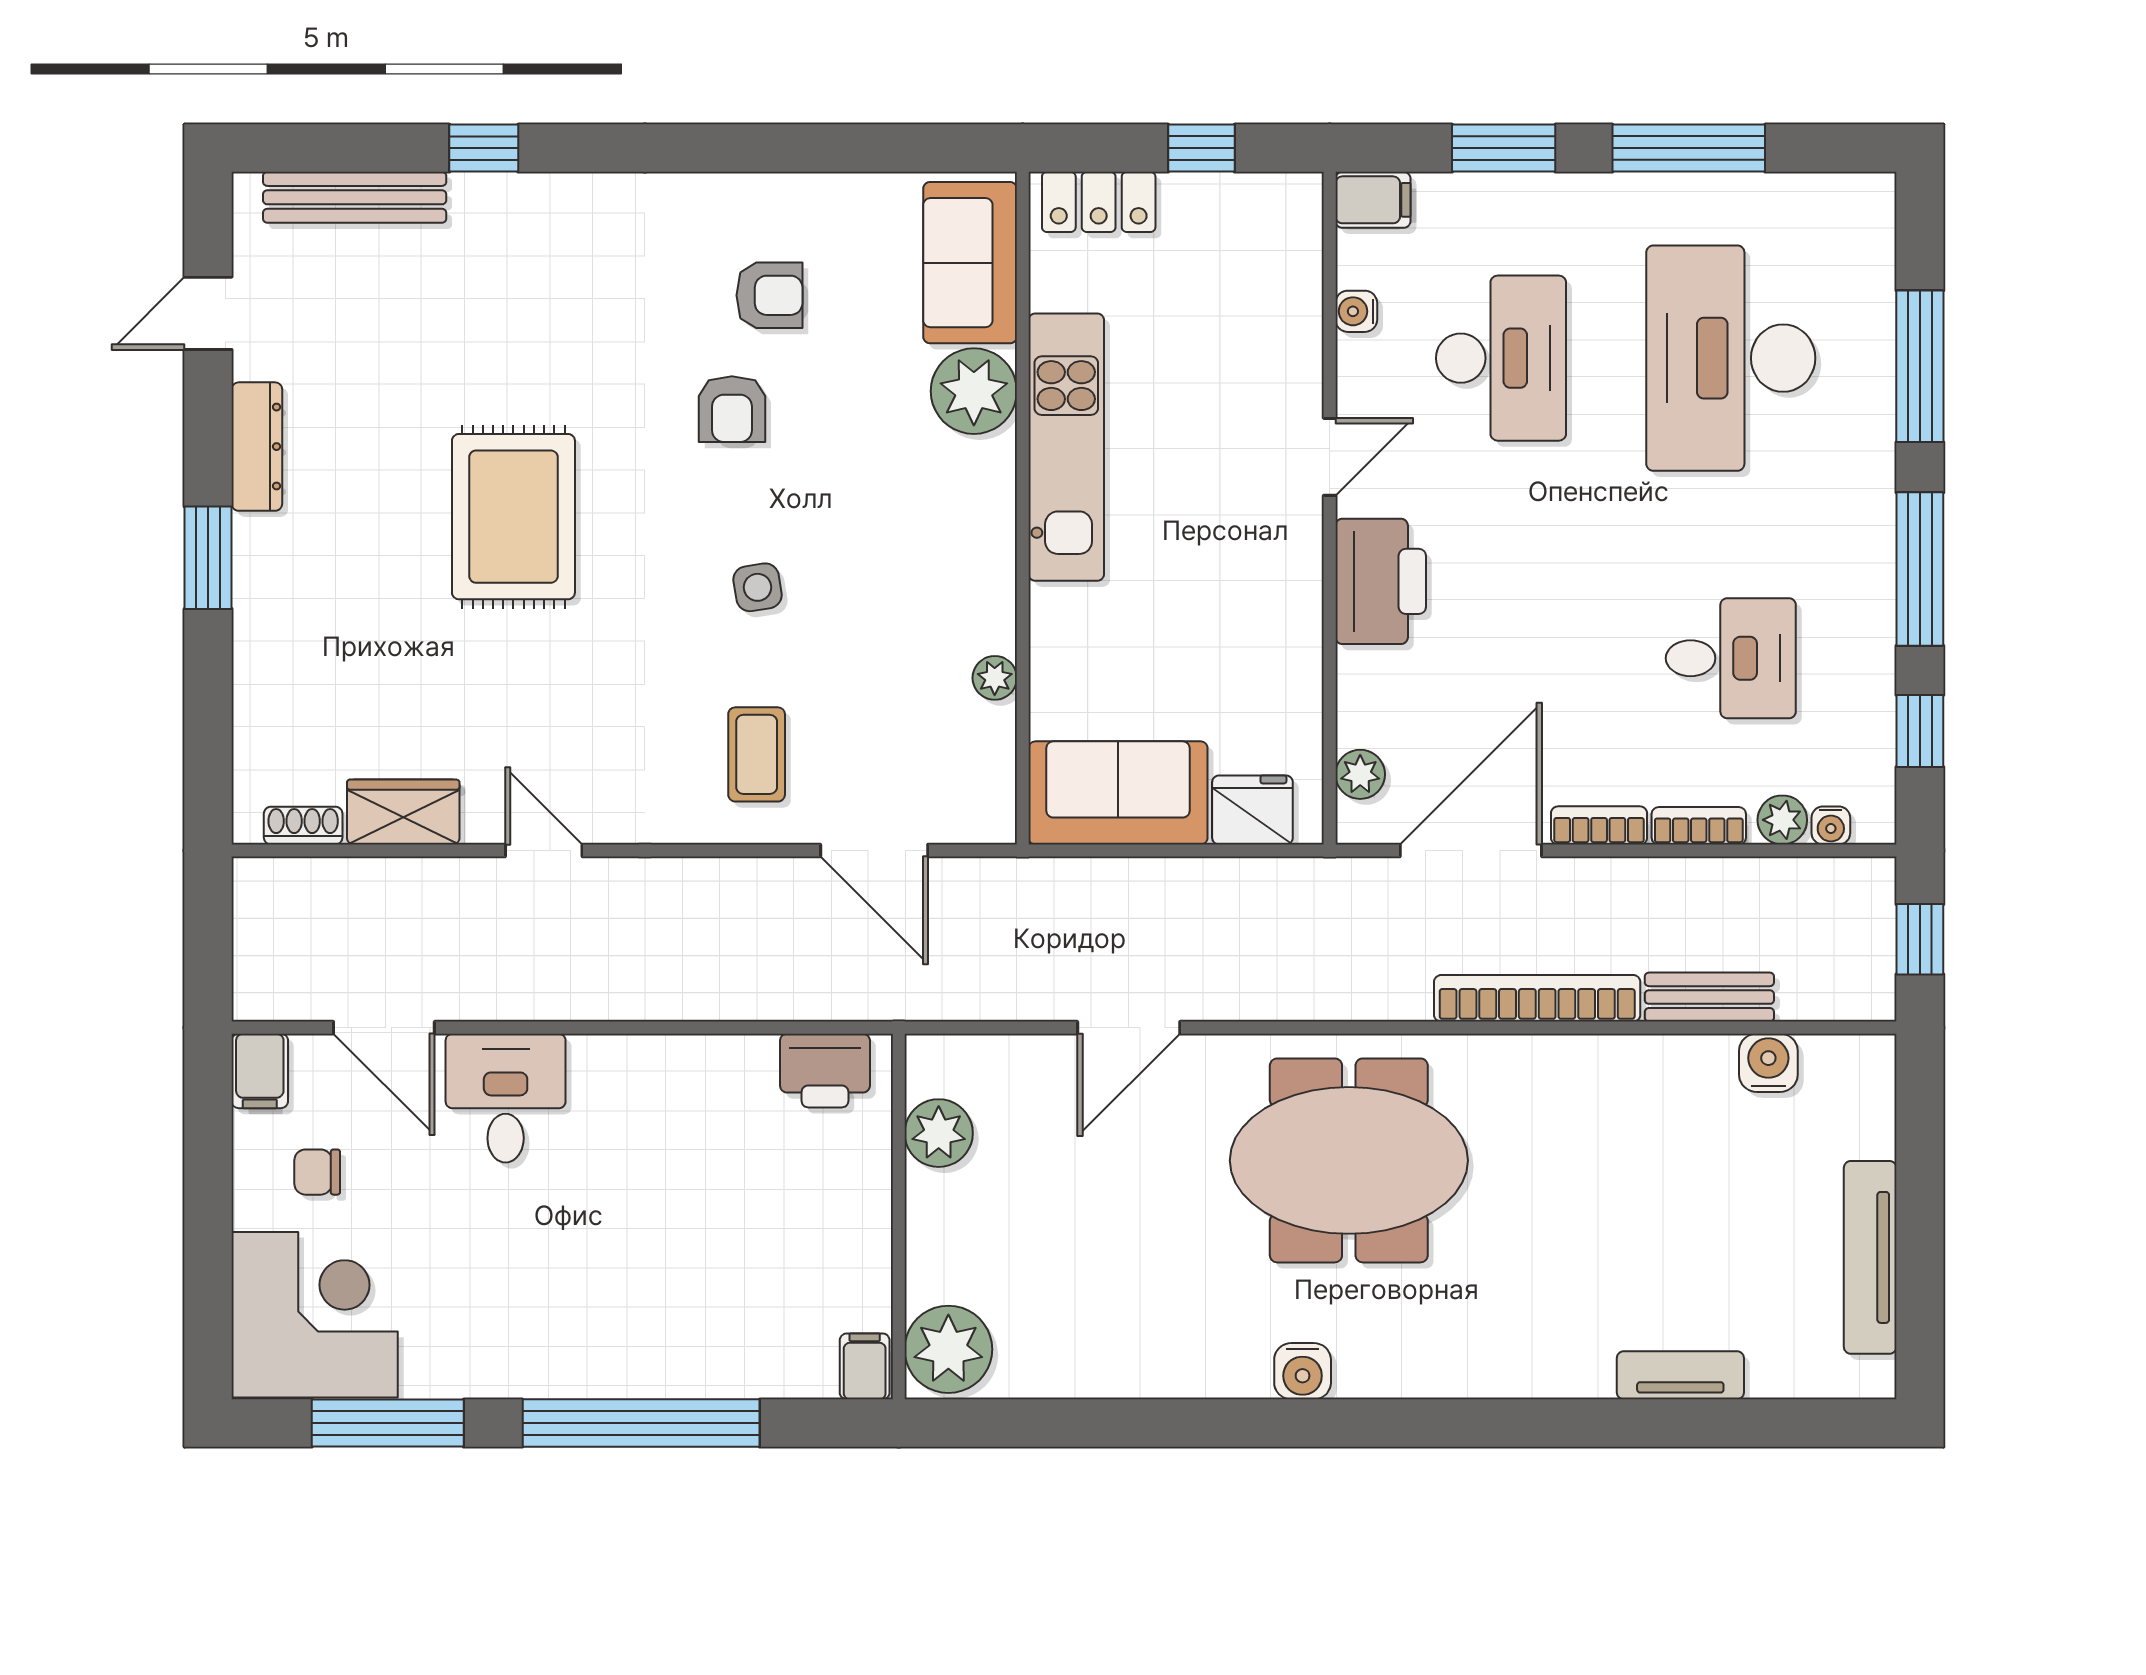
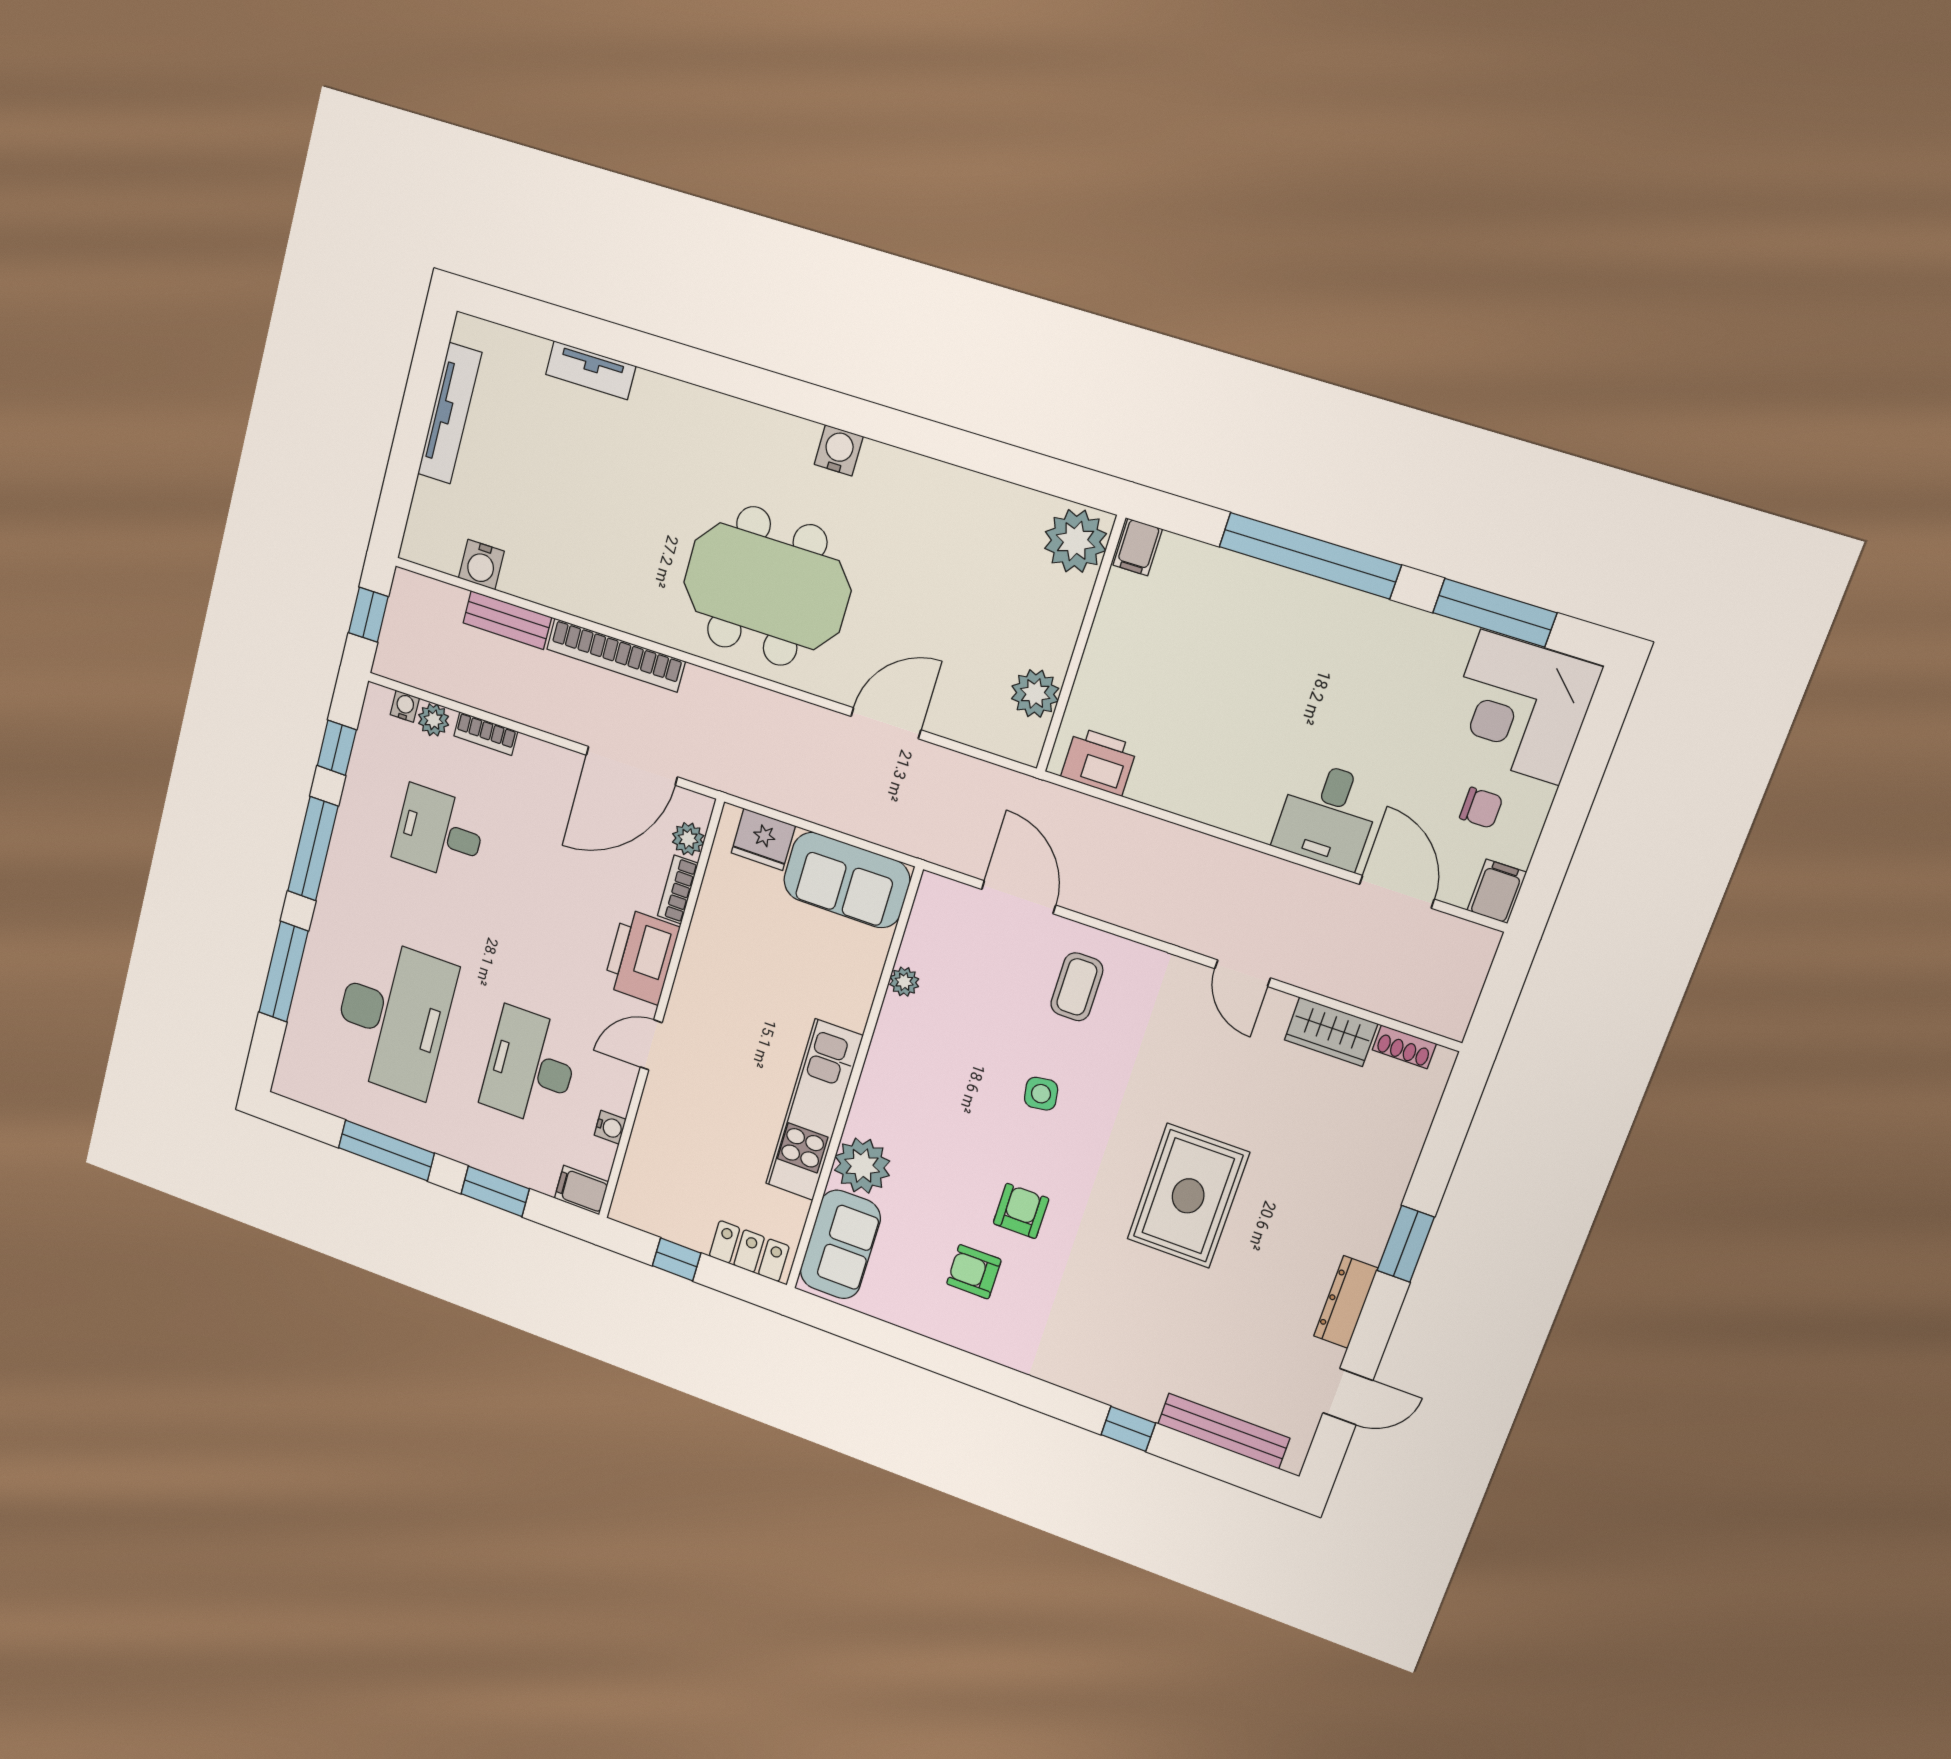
bookcase: (1599, 825) -> (678, 889), moved, turned 90

